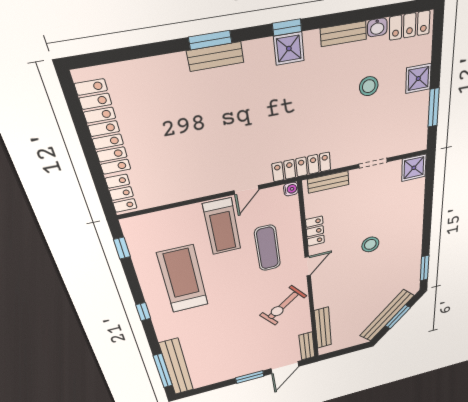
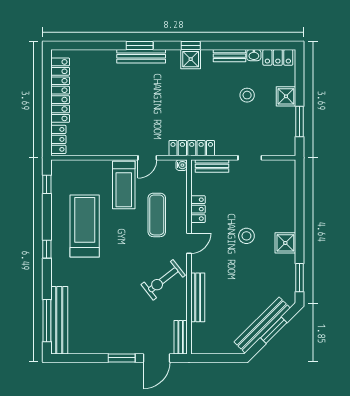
bench: (215, 57) -> (141, 56), width x1.36
shower: (414, 168) -> (285, 243), moved
bench: (323, 328) -> (198, 297), moved

